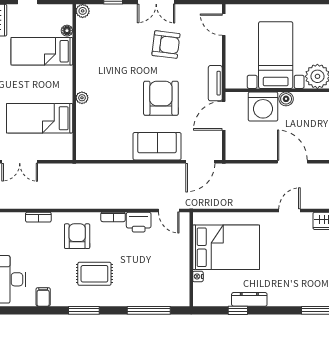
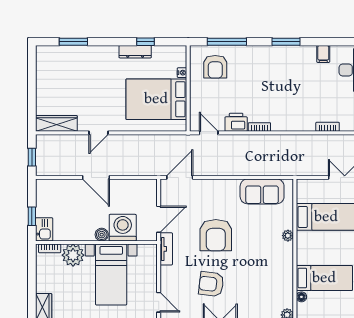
sofa: (157, 146) -> (262, 191), moved
armchair: (77, 236) -> (215, 67), moved
rug: (94, 274) -> (276, 75), removed

